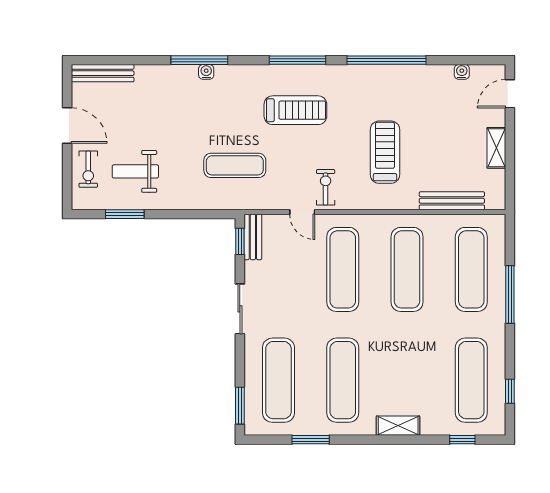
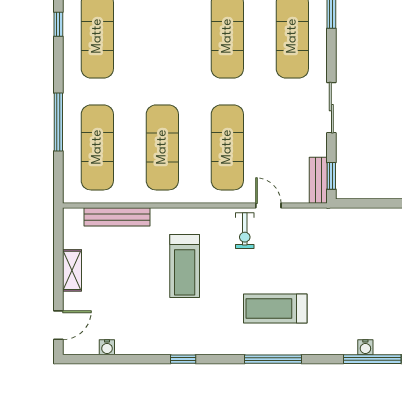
window: (386, 60) -> (183, 359), width x0.32
exercise mat: (235, 165) -> (336, 253), removed

